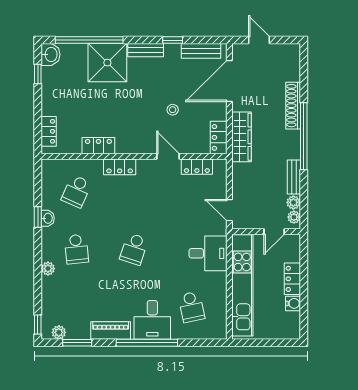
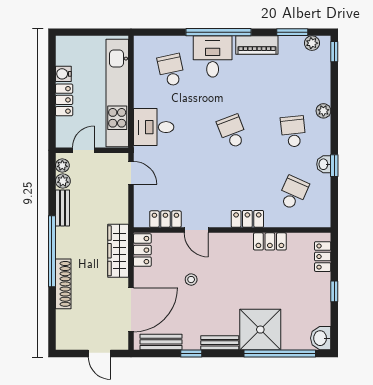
window: (38, 74) -> (334, 291), moved
school desk: (134, 249) -> (232, 132), turned -39

